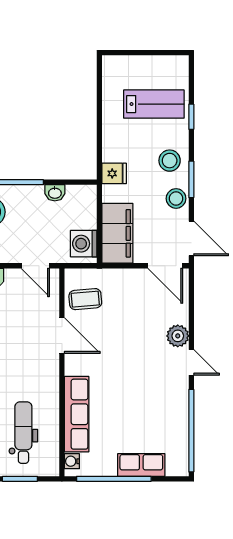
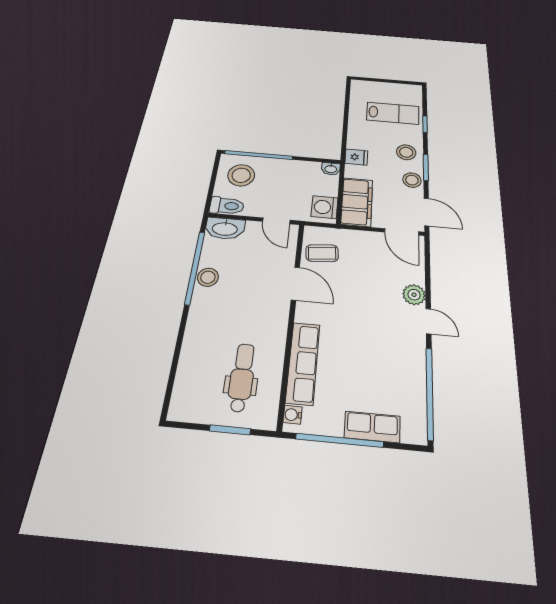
washbasin: (55, 193) -> (331, 169), moved

